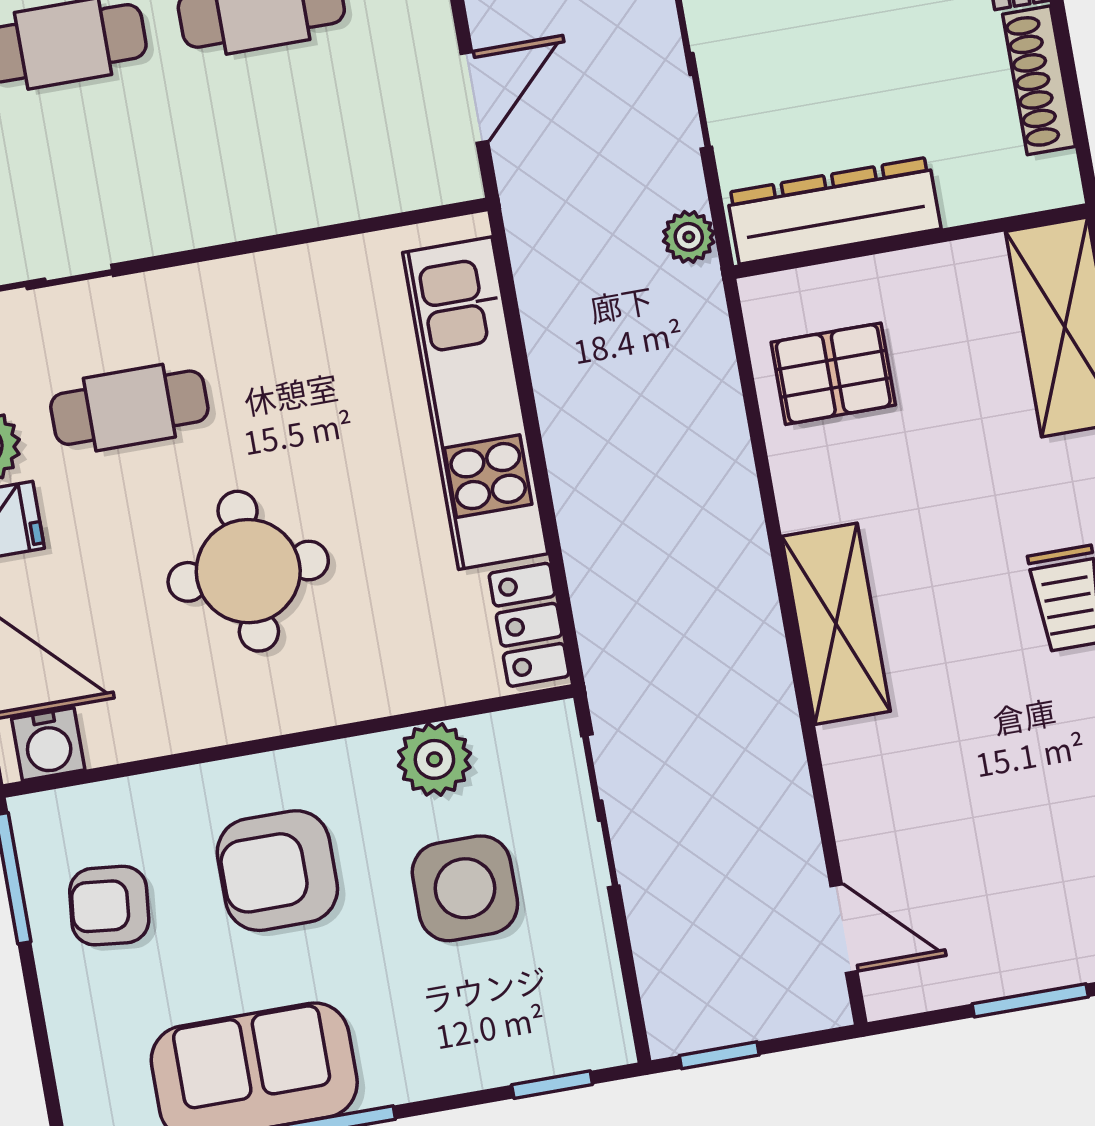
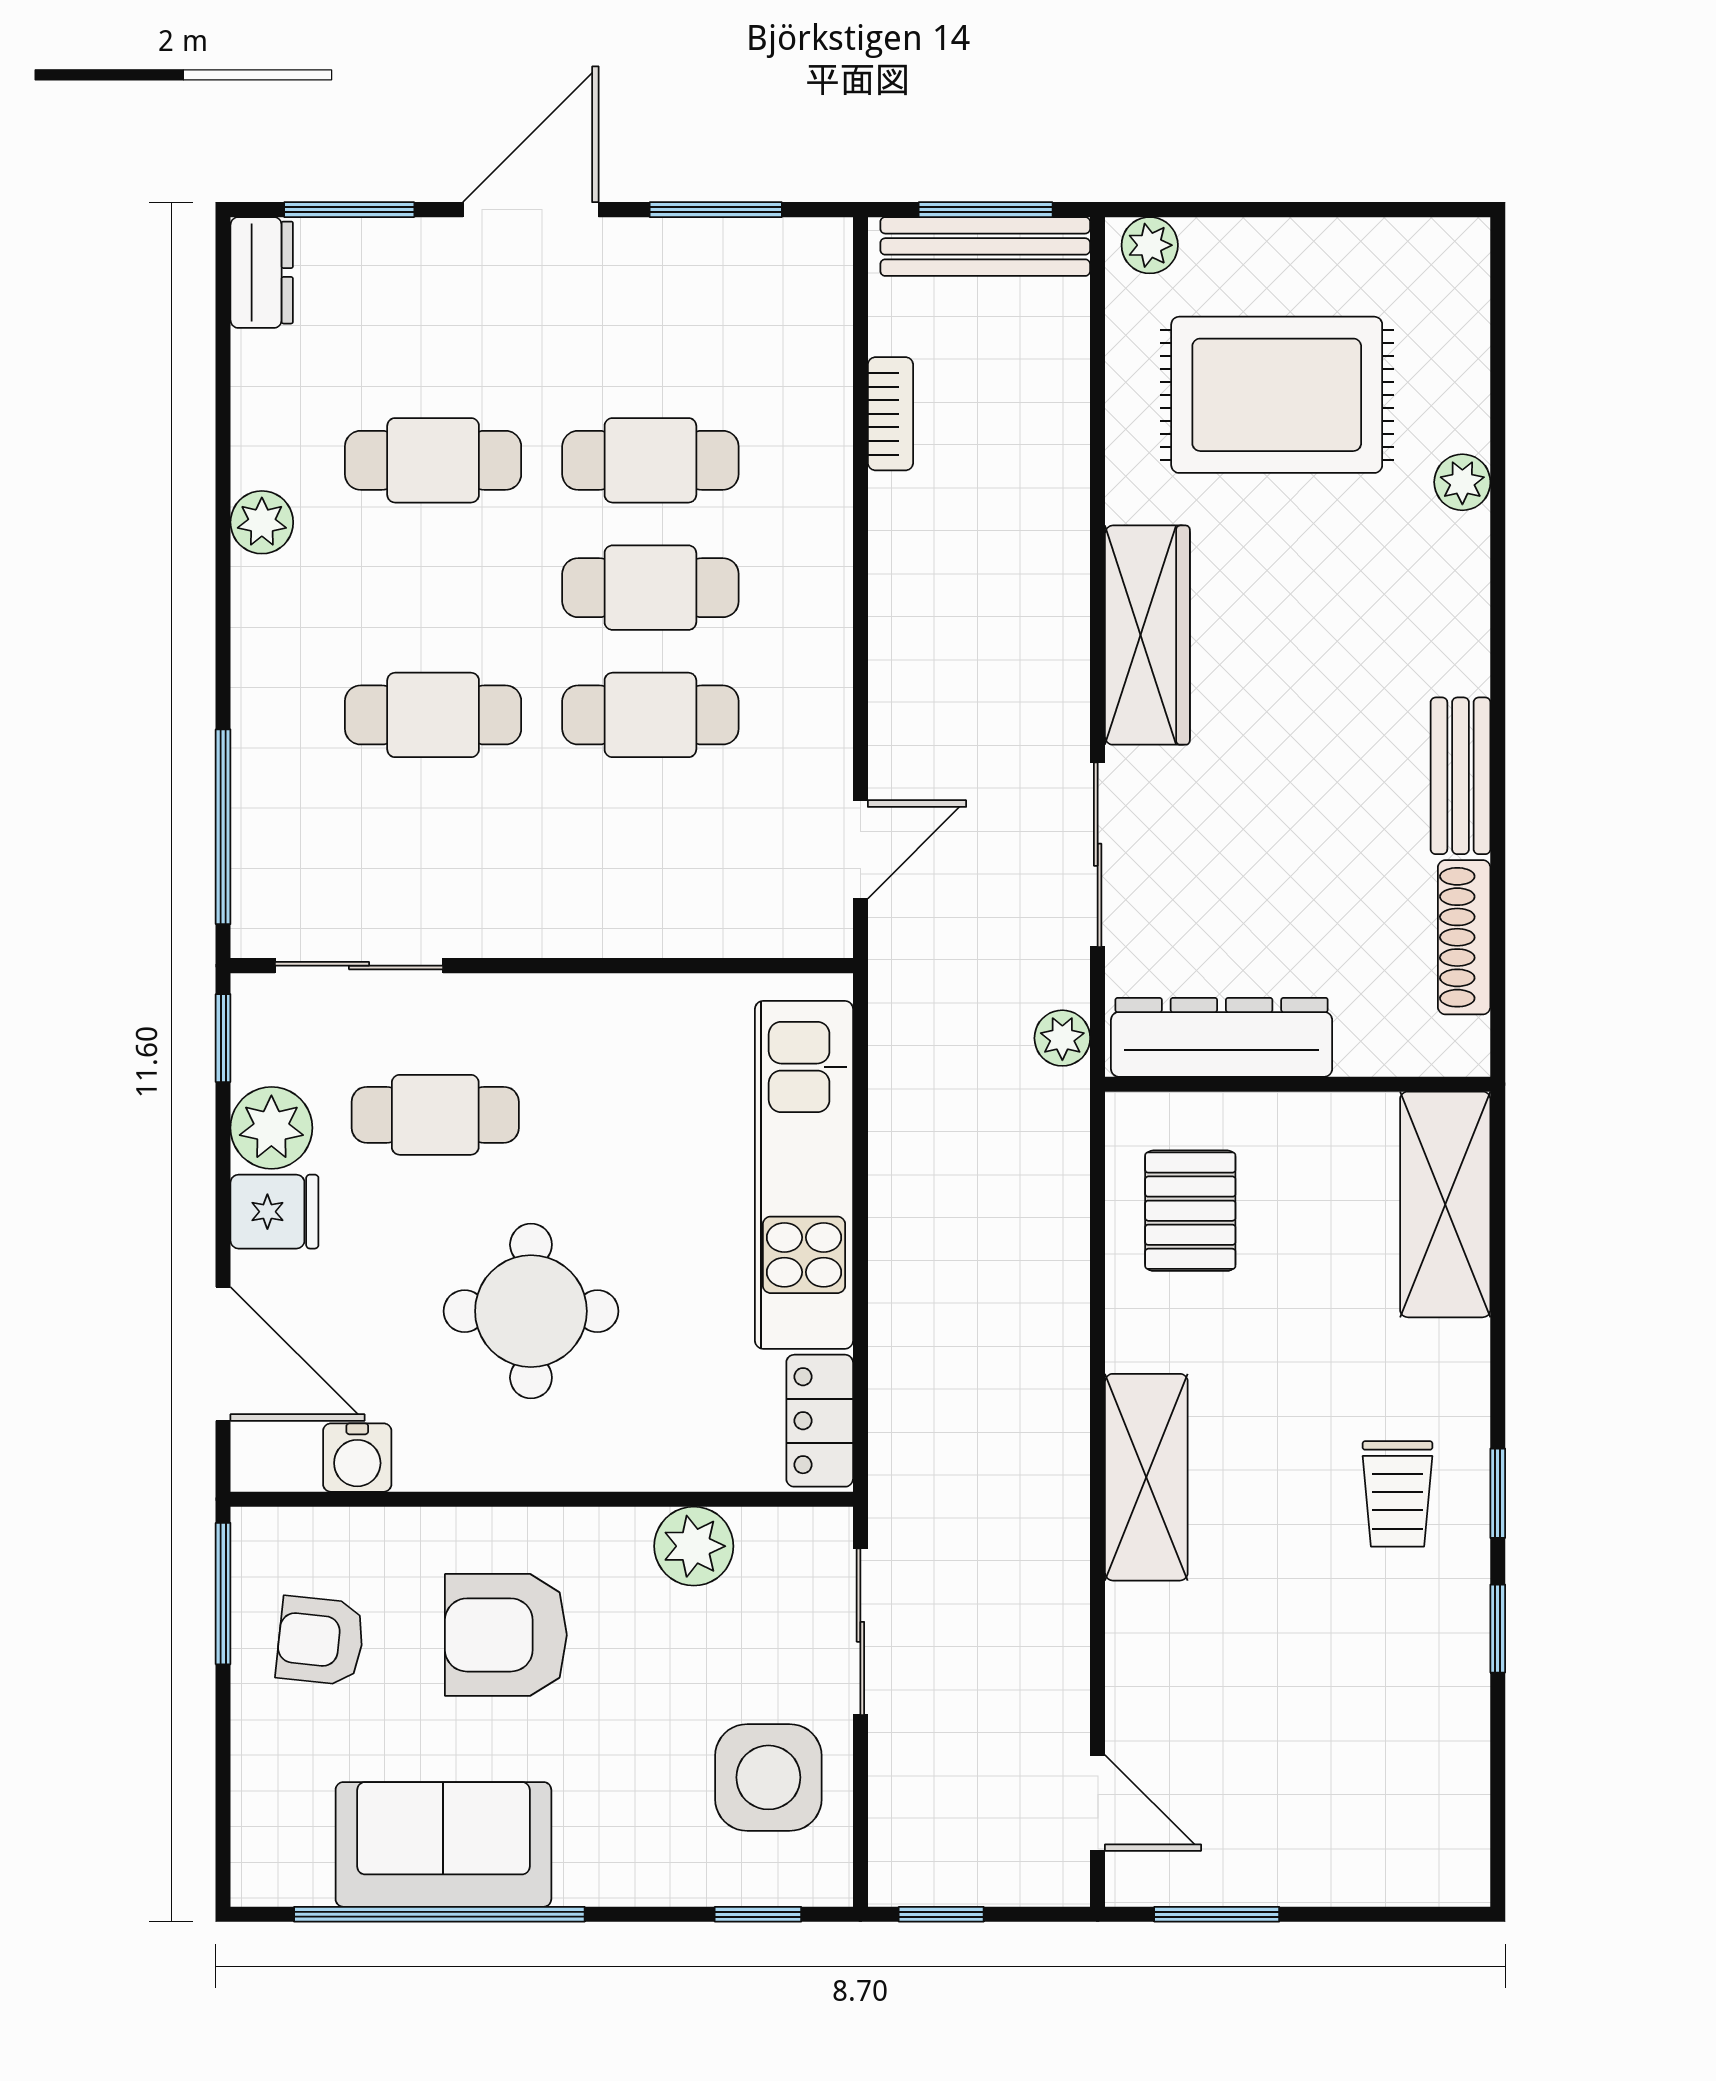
pallet: (833, 374) -> (1190, 1211), turned 90
water cooler: (48, 744) -> (357, 1458), moved
side table: (465, 888) -> (768, 1777), moved
window: (1030, 1000) -> (1217, 1914), moved

